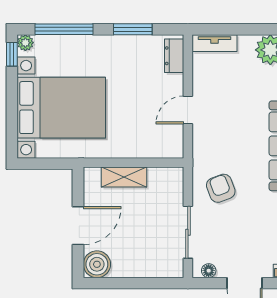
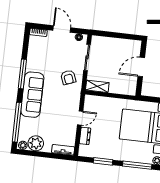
dresser: (174, 56) -> (85, 136), moved
shelving: (124, 177) -> (97, 86), moved
boiler: (97, 264) -> (134, 47), removed

